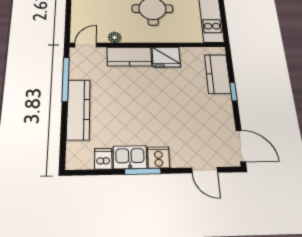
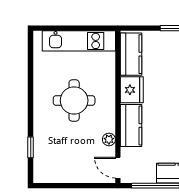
kitchen counter: (218, 74) -> (131, 54), moved, turned -90

